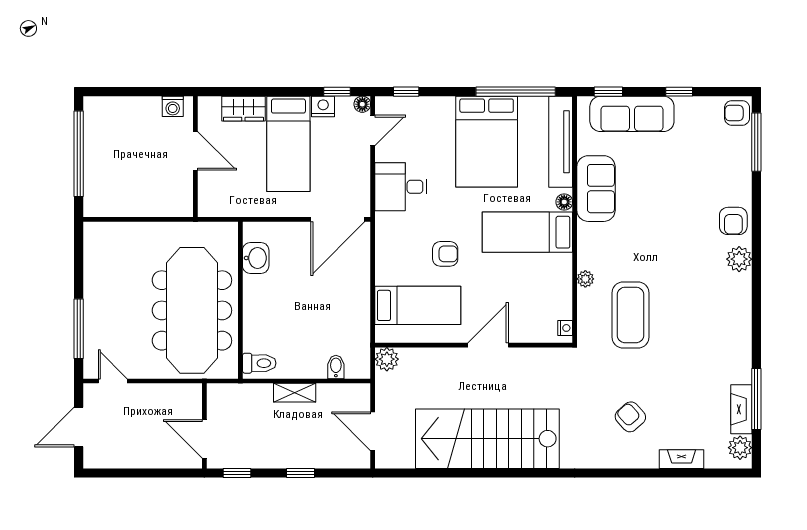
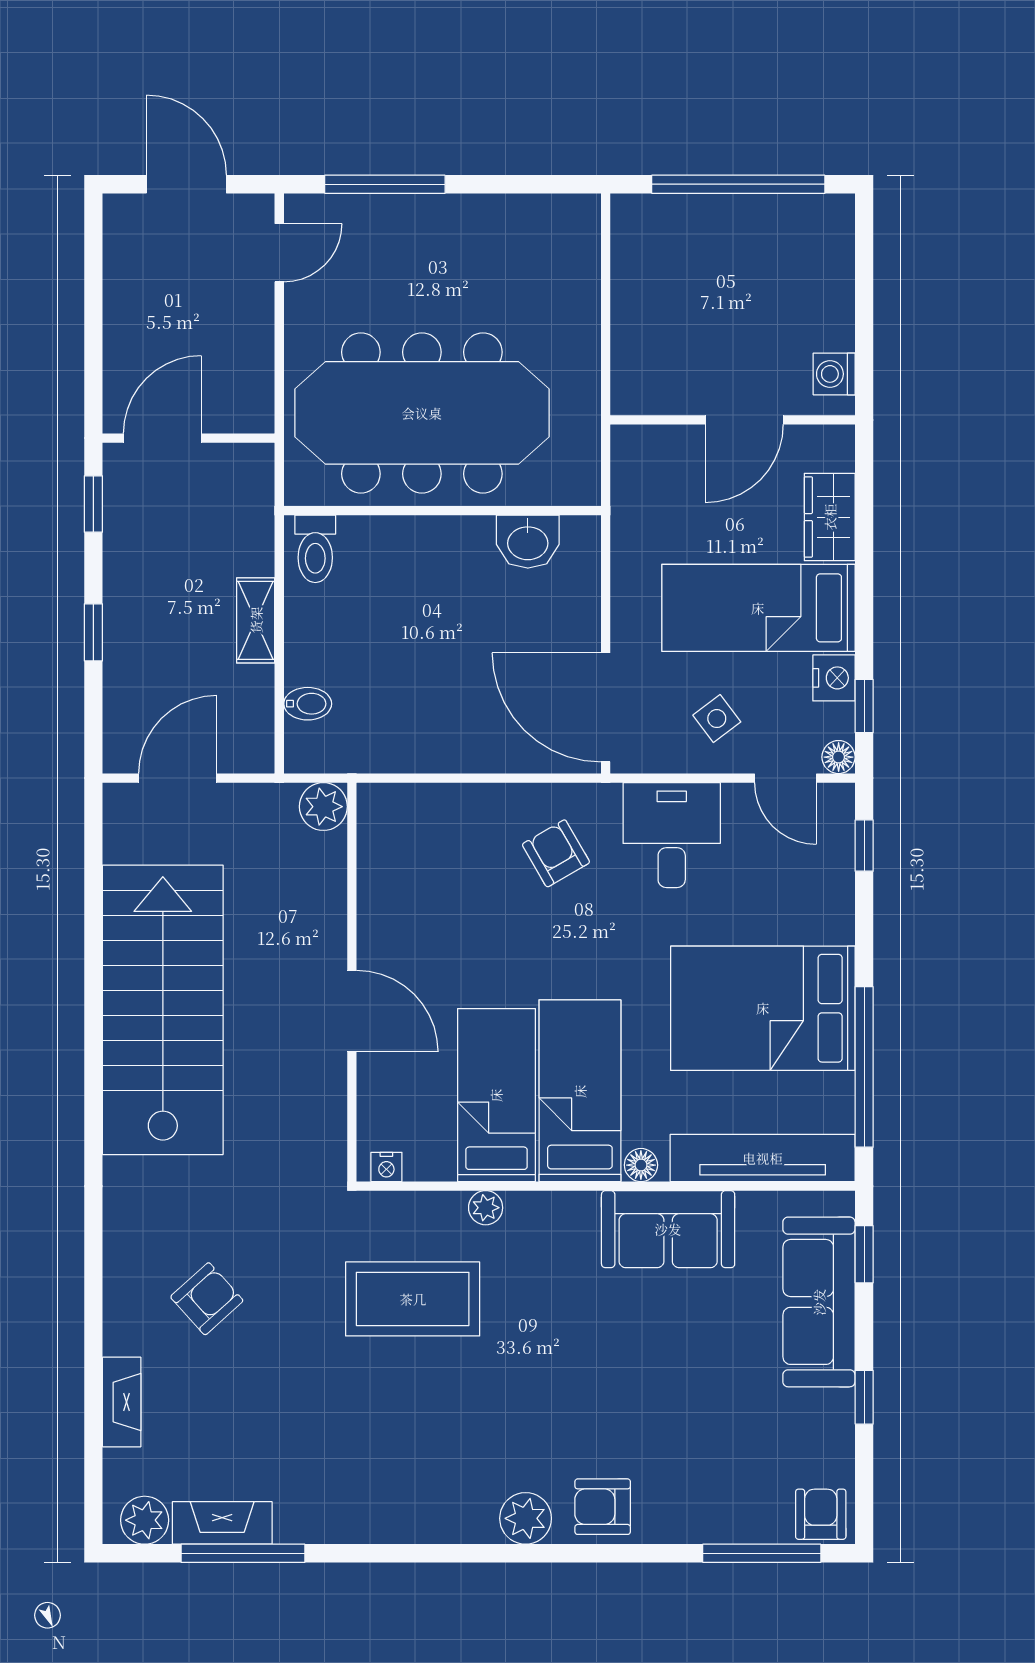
side table: (343, 164) -> (717, 719), added
armchair: (445, 254) -> (556, 853), moved, turned 150
bed: (418, 305) -> (496, 1095), moved, turned 180

